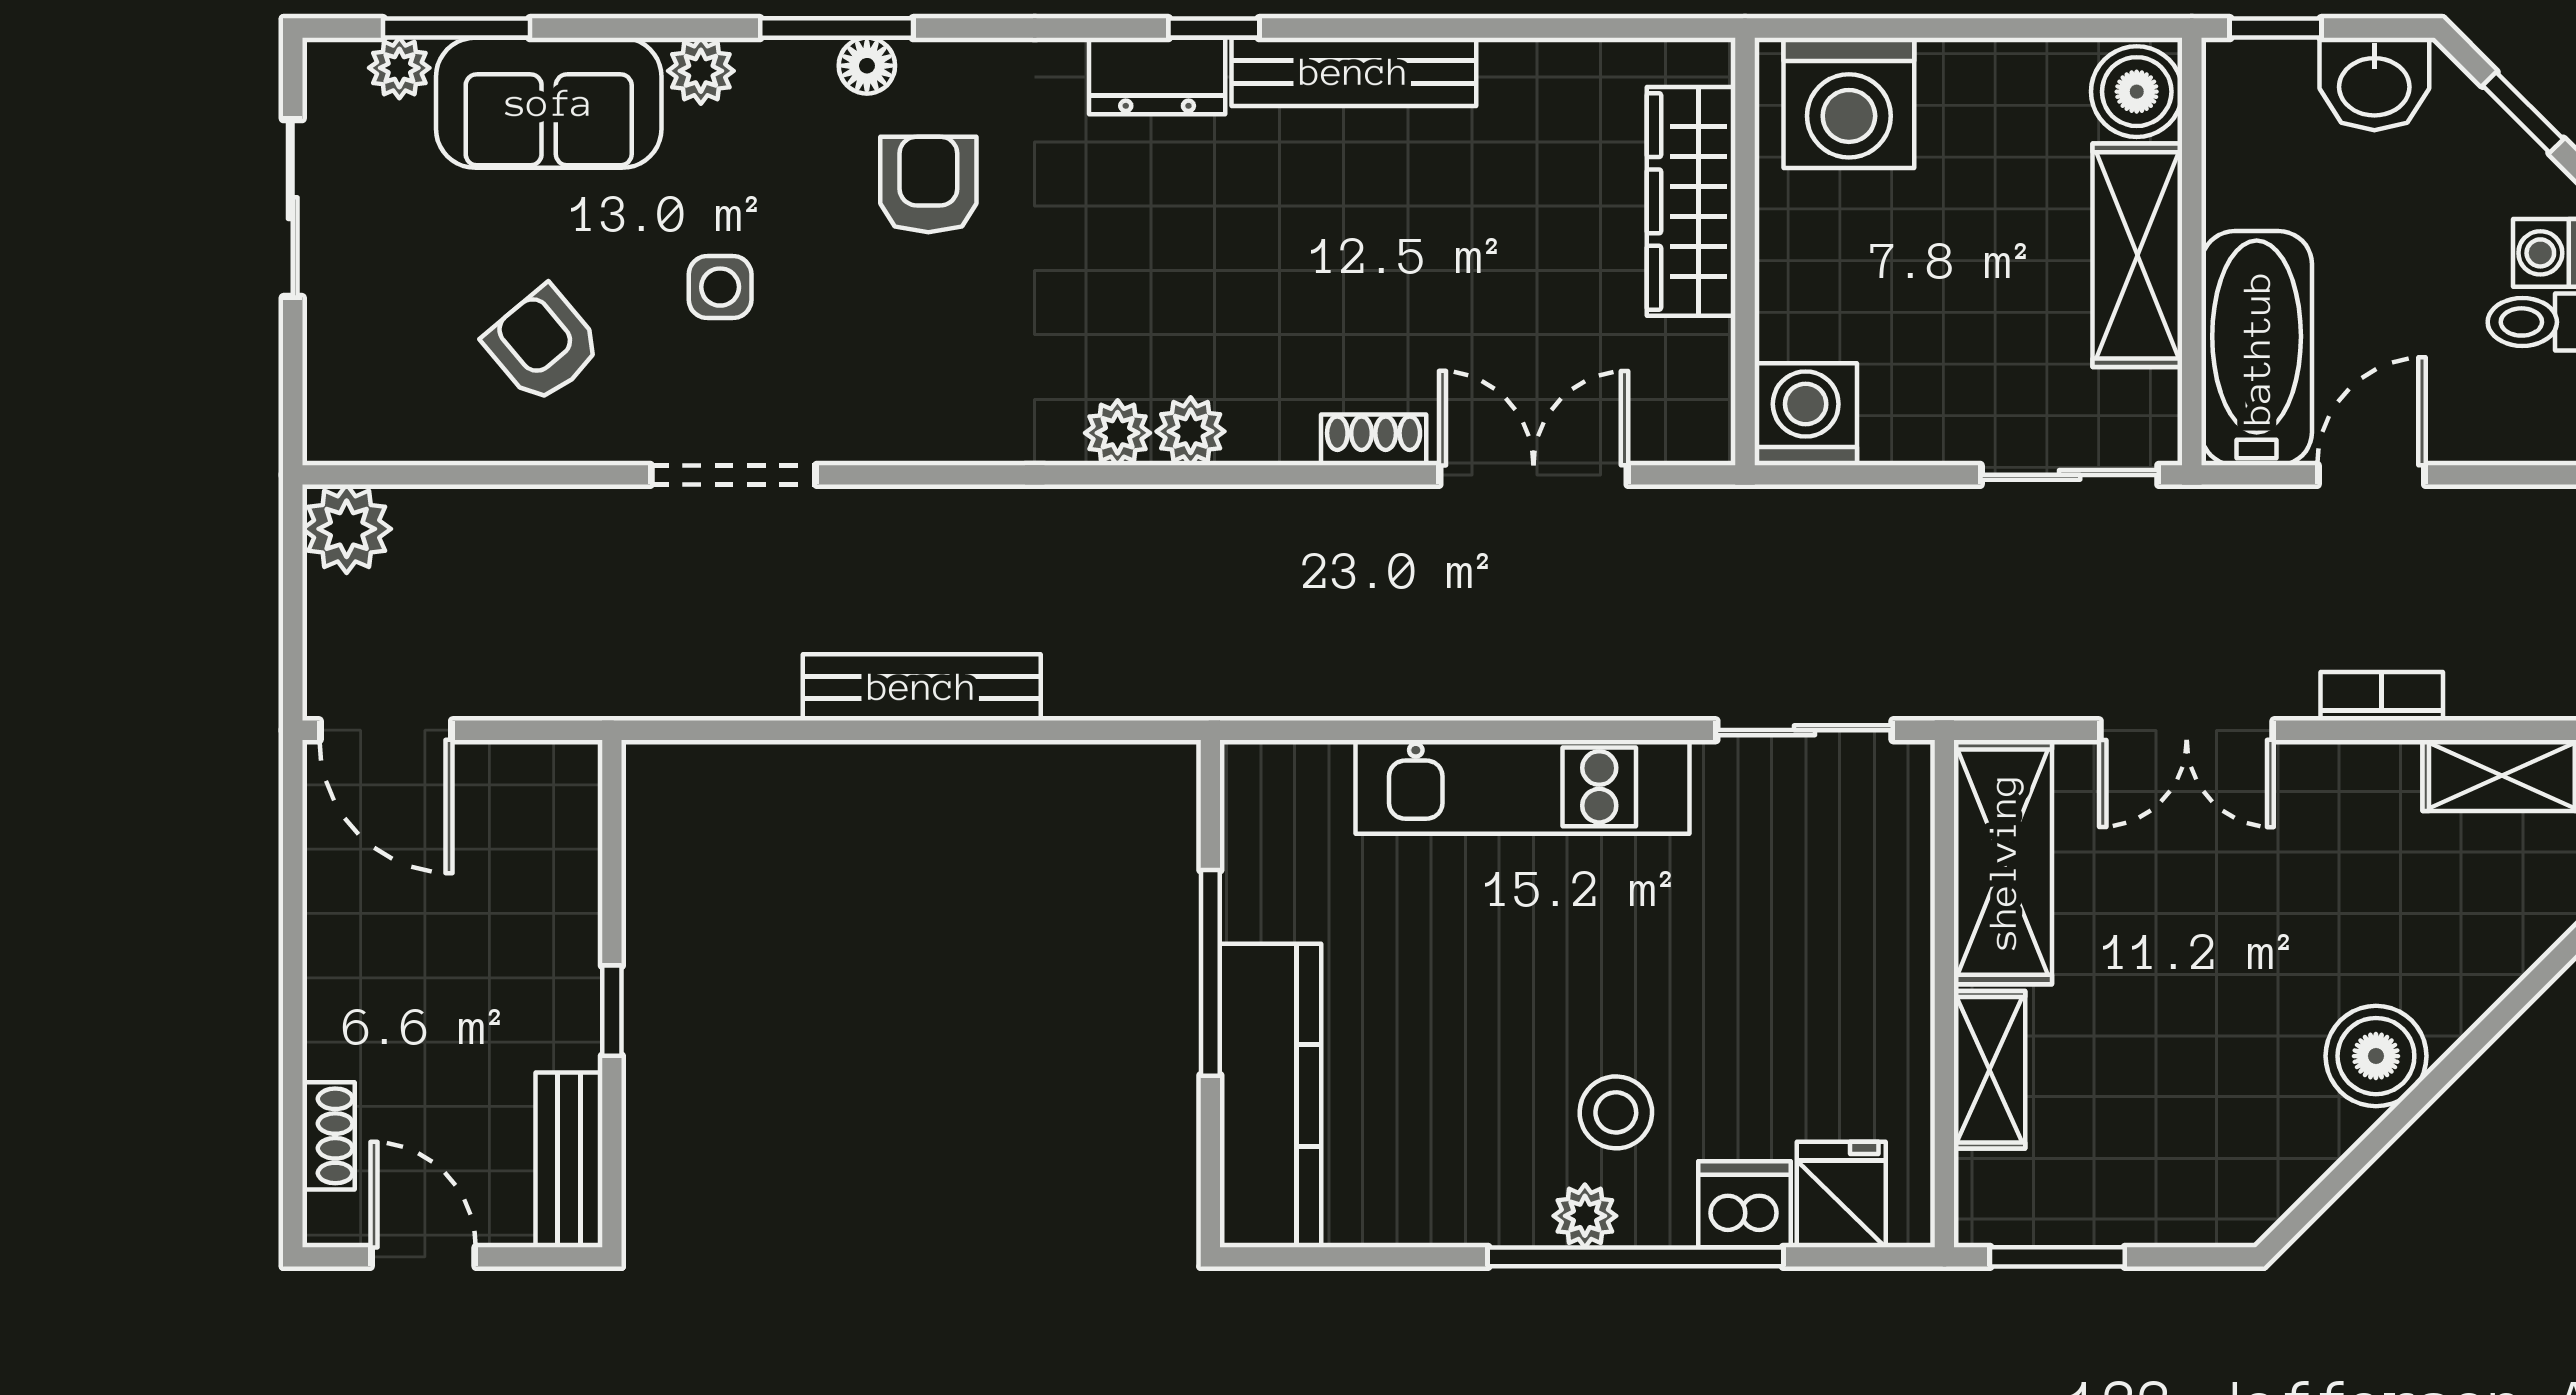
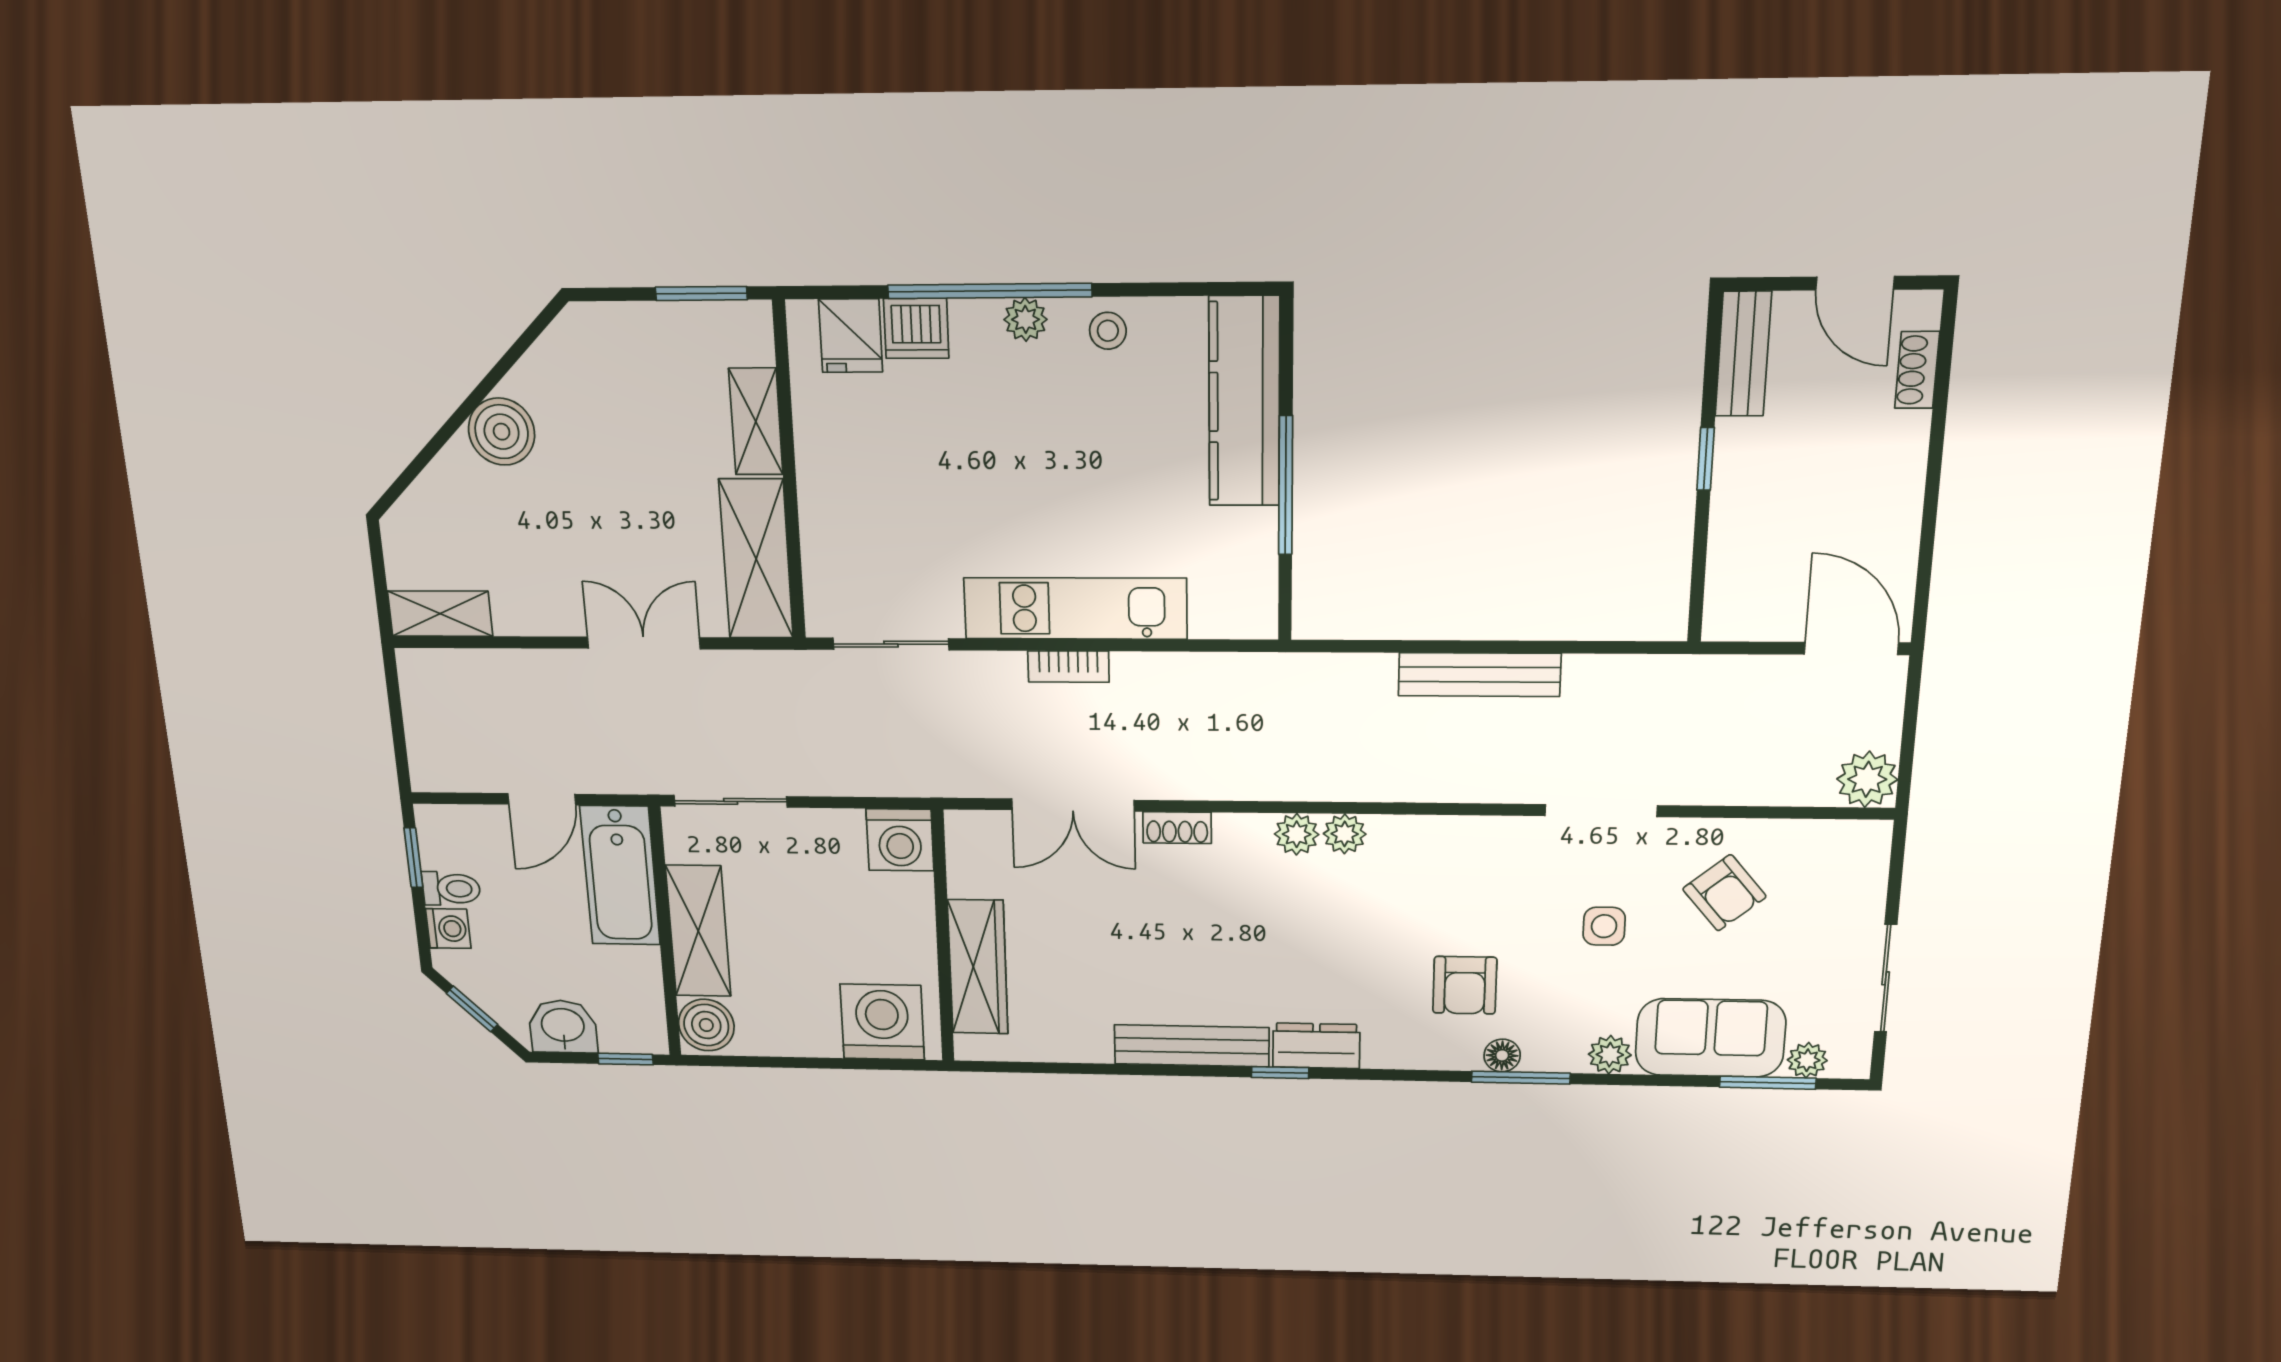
bookcase: (2382, 696) -> (1068, 667), moved
stool: (1616, 1112) -> (1108, 331), moved, width x0.73, depth x0.73

